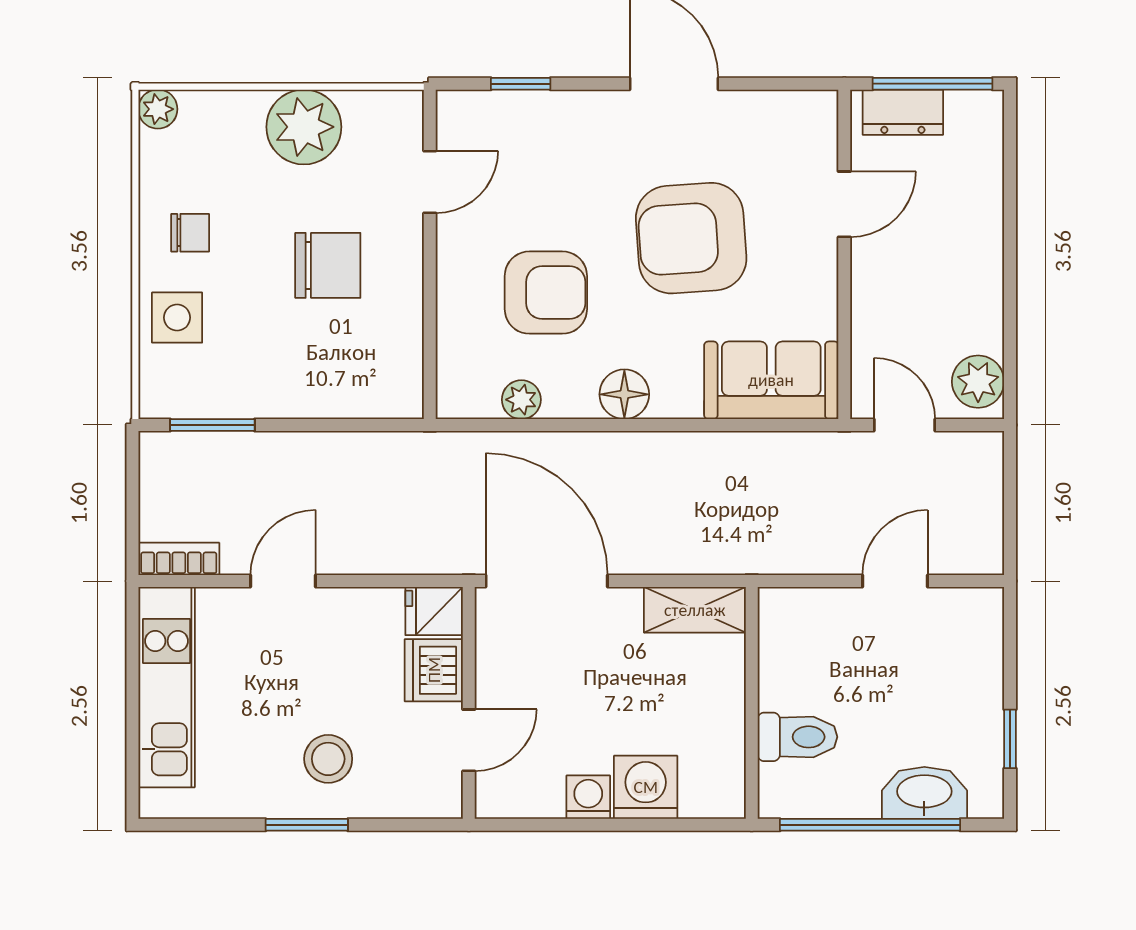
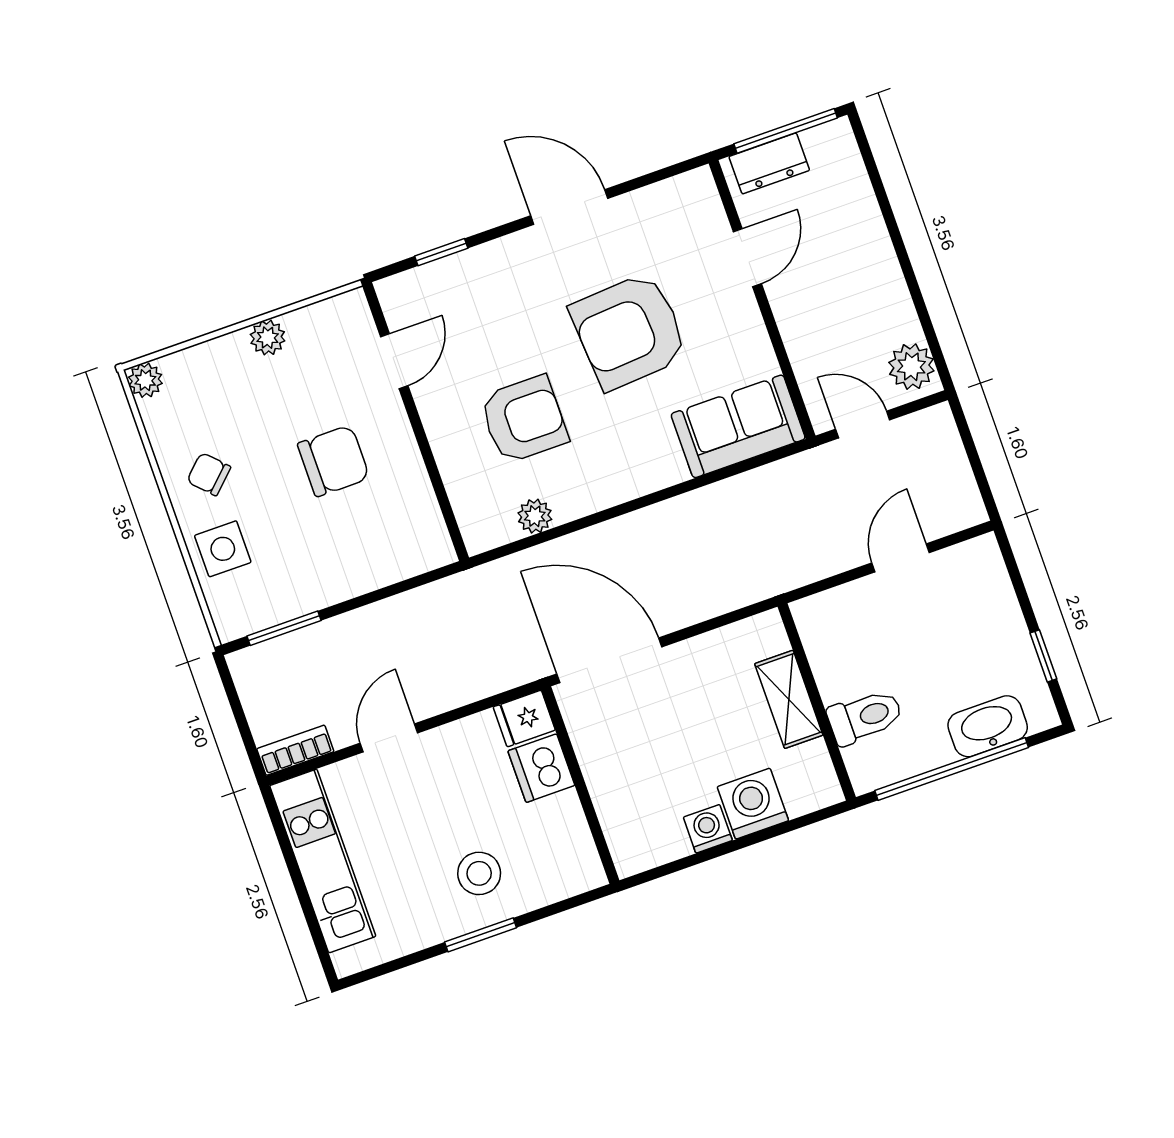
plant: (304, 127) -> (268, 338), width x0.53, depth x0.53
chair: (190, 233) -> (209, 474), turned -134
floor lamp: (624, 394) -> (619, 481), removed
shelving: (695, 610) -> (789, 699), moved, turned 90
door: (469, 740) -> (591, 816), removed

